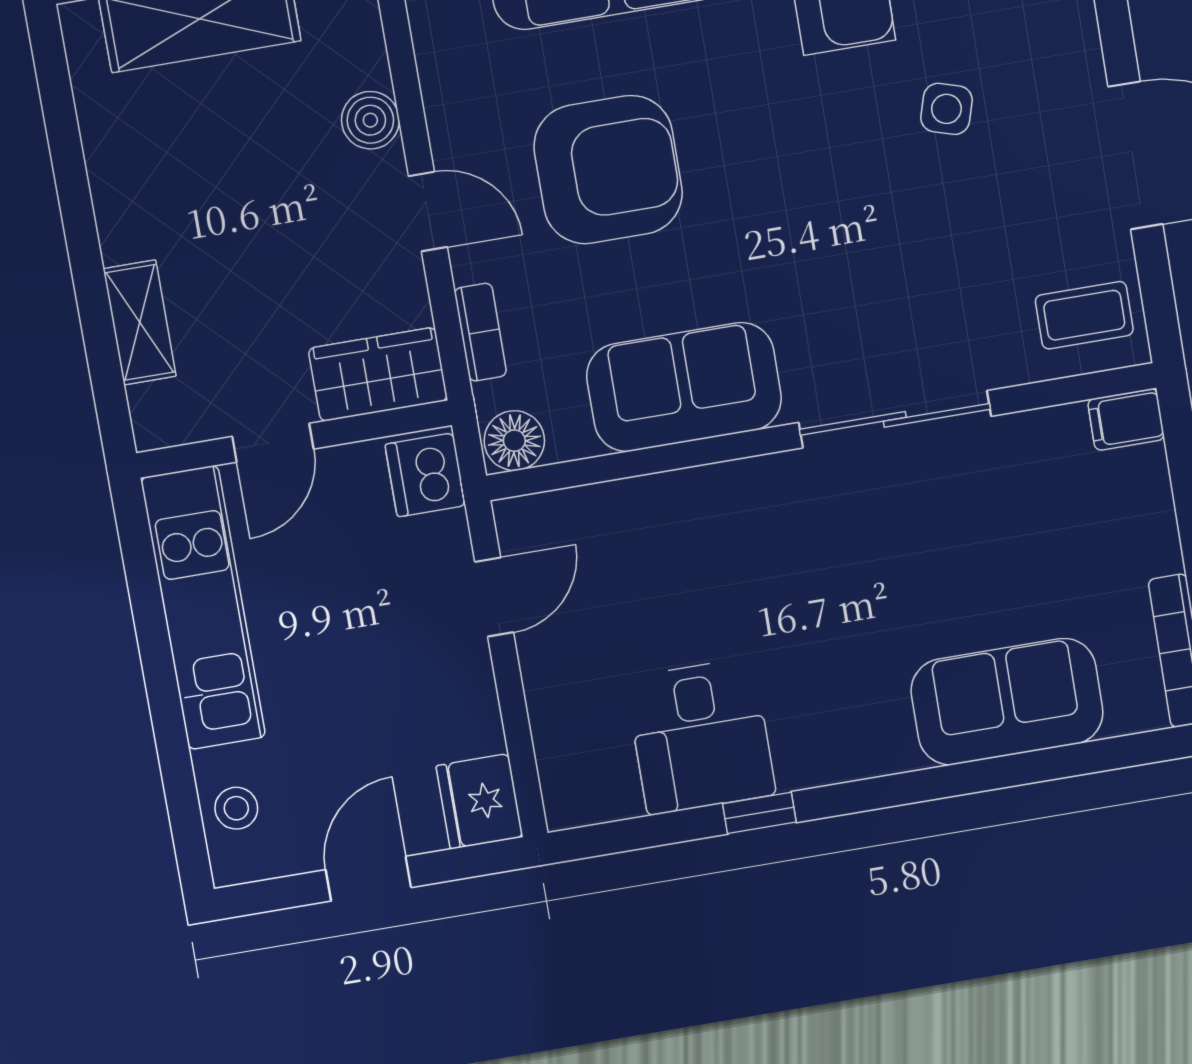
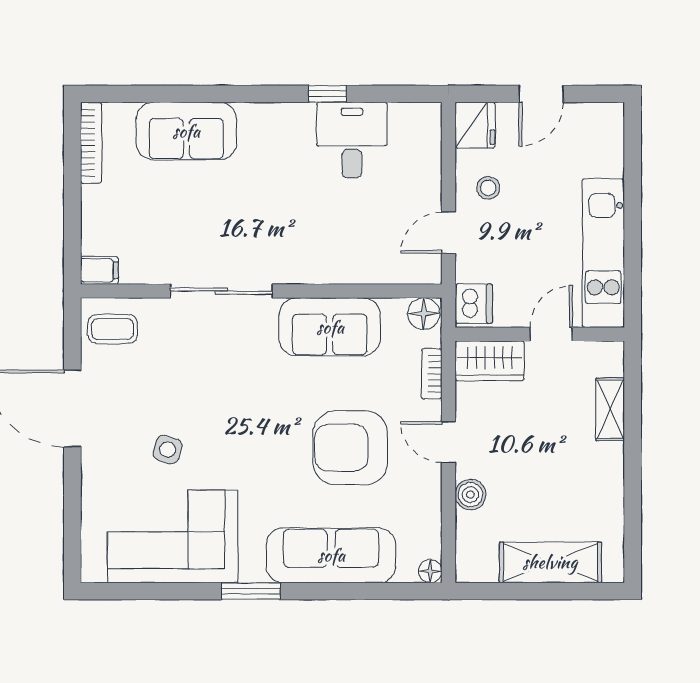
stool: (236, 808) -> (488, 188), moved

